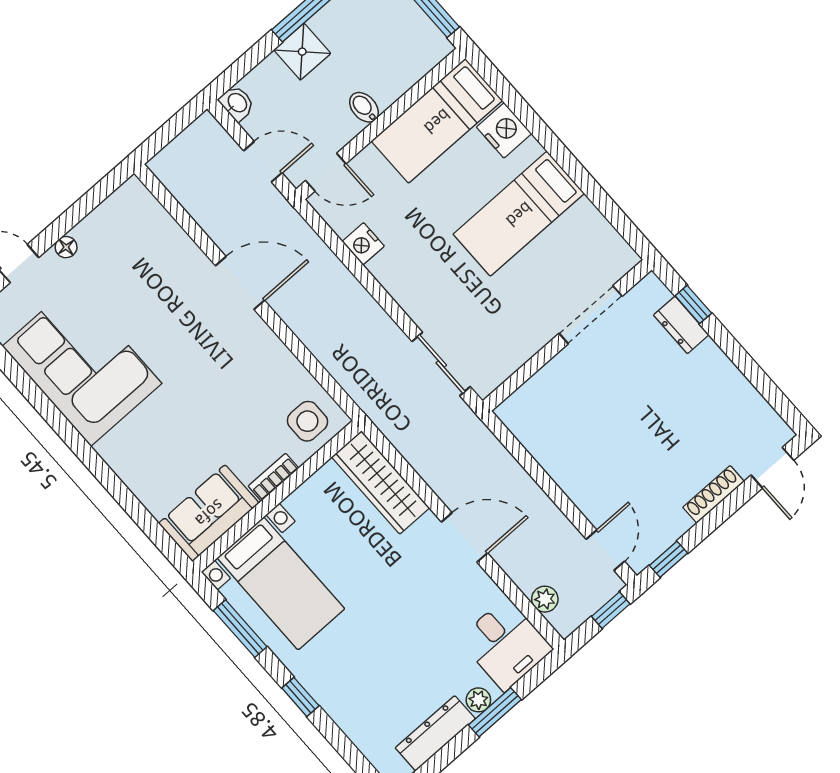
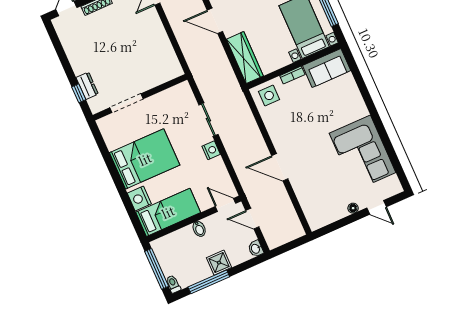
bed: (519, 214) -> (145, 159), width x1.50
nightstand: (363, 244) -> (211, 150), moved
sliding door: (441, 364) -> (208, 120), moved

